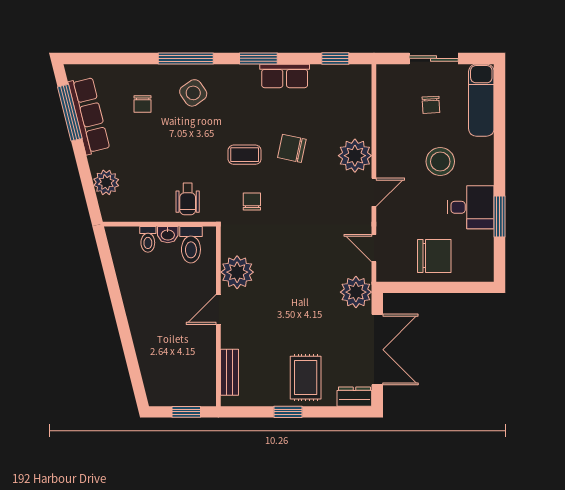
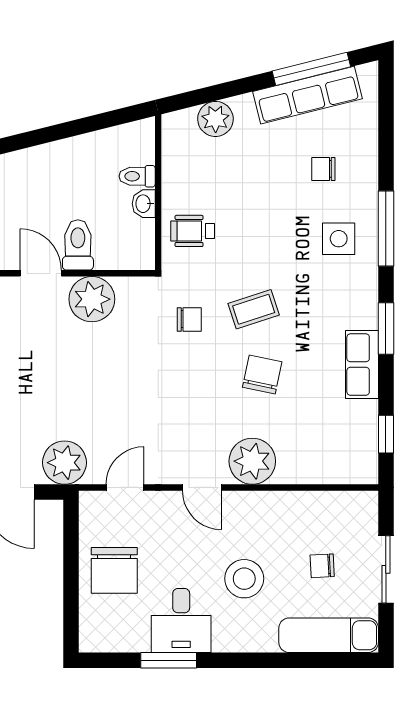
side table: (193, 93) -> (339, 239), turned 35
coffee table: (245, 155) -> (254, 309), turned 72
toilet: (191, 245) -> (78, 245), moved, turned 90

